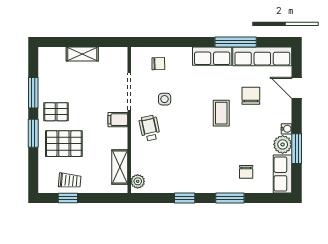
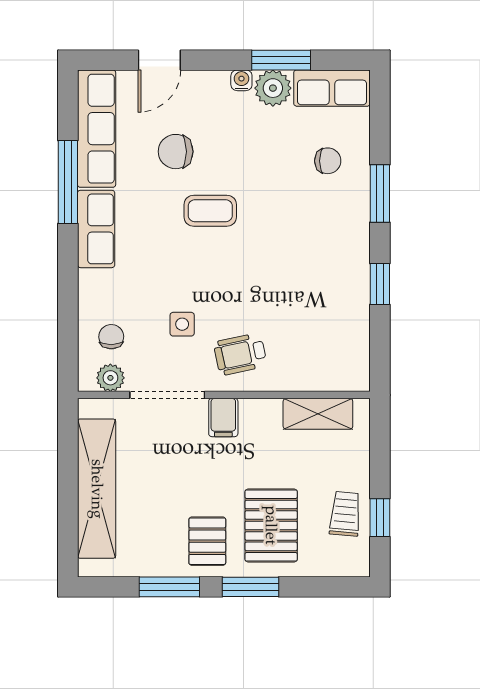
shelving: (82, 54) -> (97, 489), width x2.20, depth x1.33
plant: (138, 181) -> (110, 378), moved

